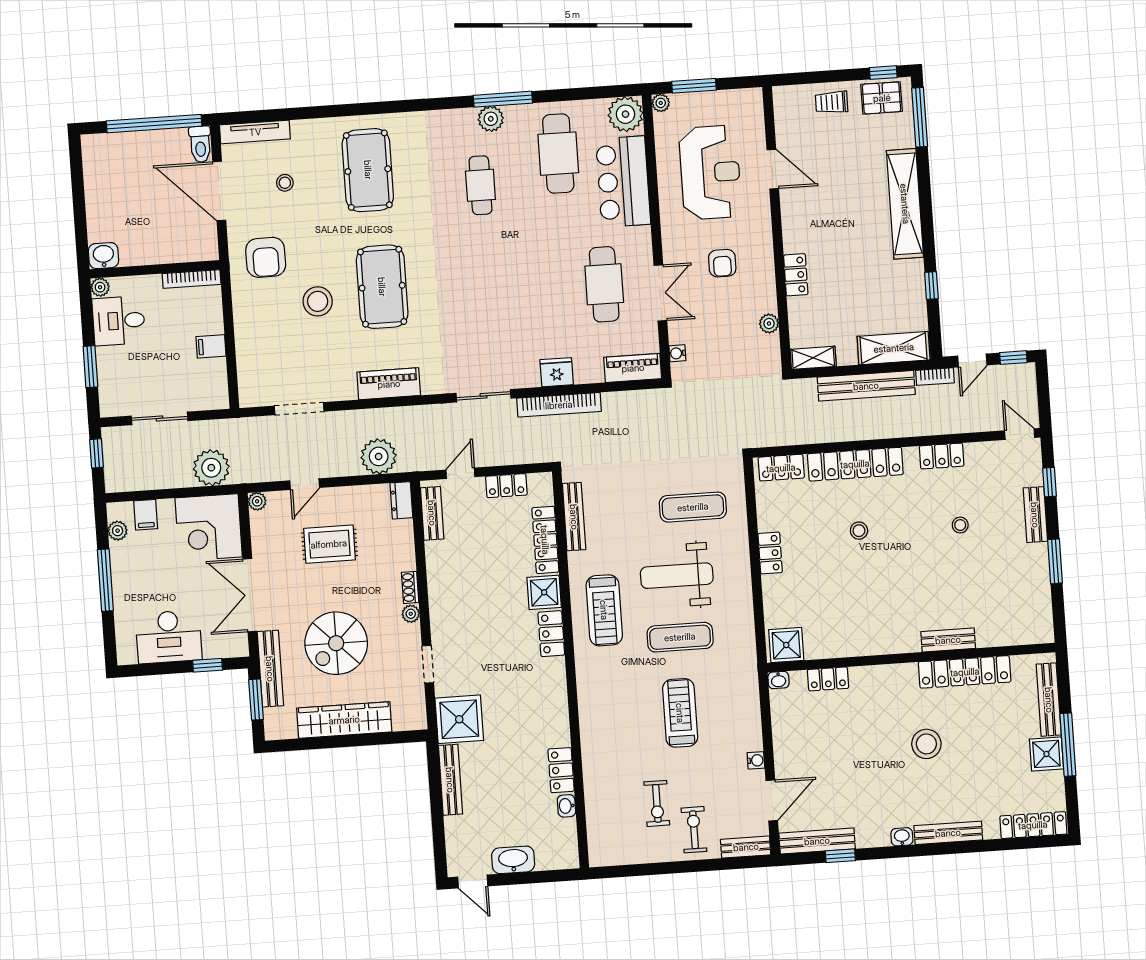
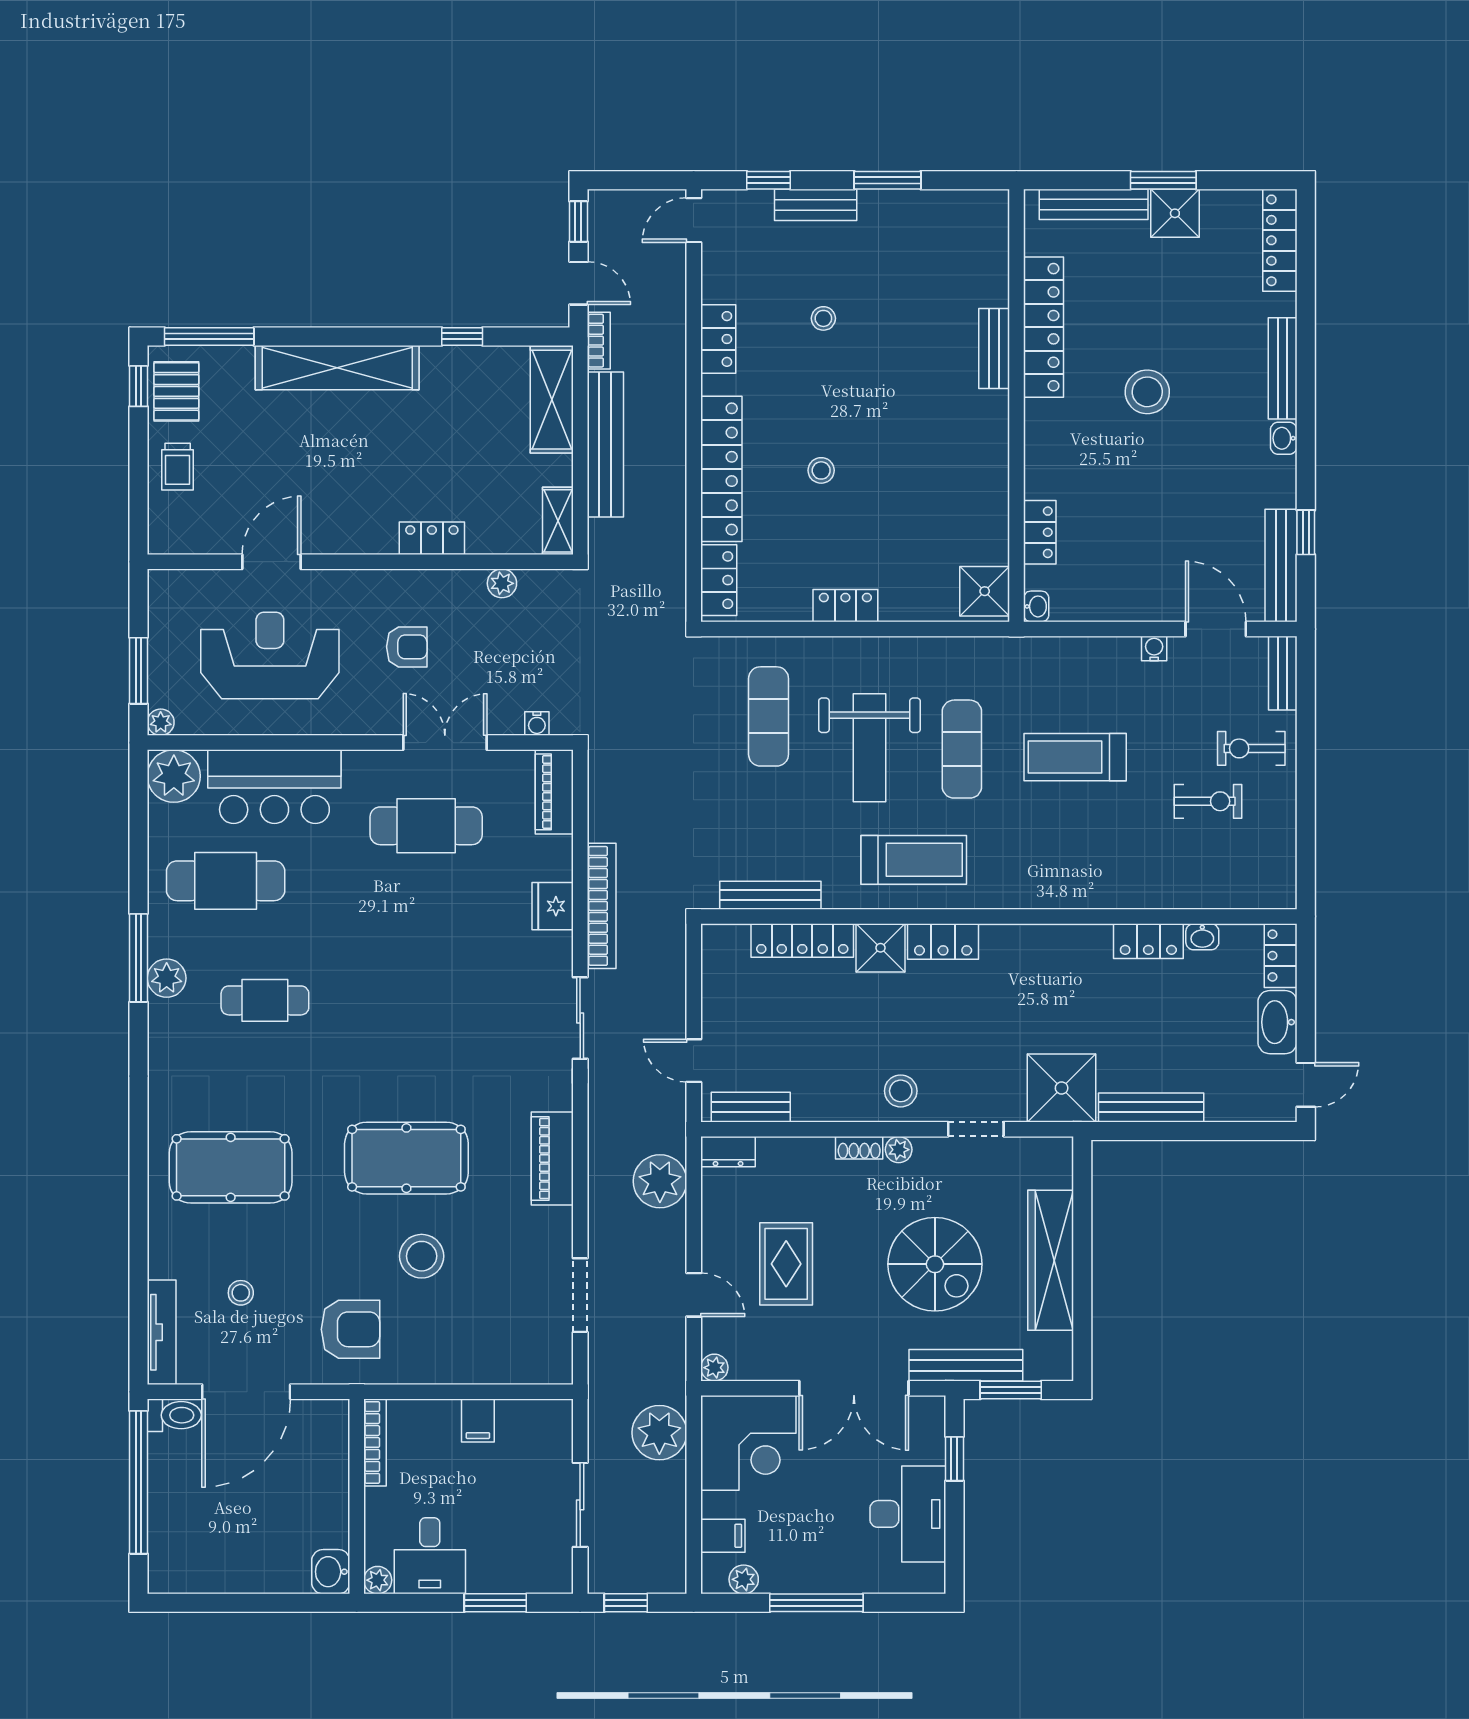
locker: (506, 486) -> (1281, 956), moved, turned 180
stool: (450, 612) -> (901, 1091), added
window: (1068, 745) -> (1163, 180), width x0.69

